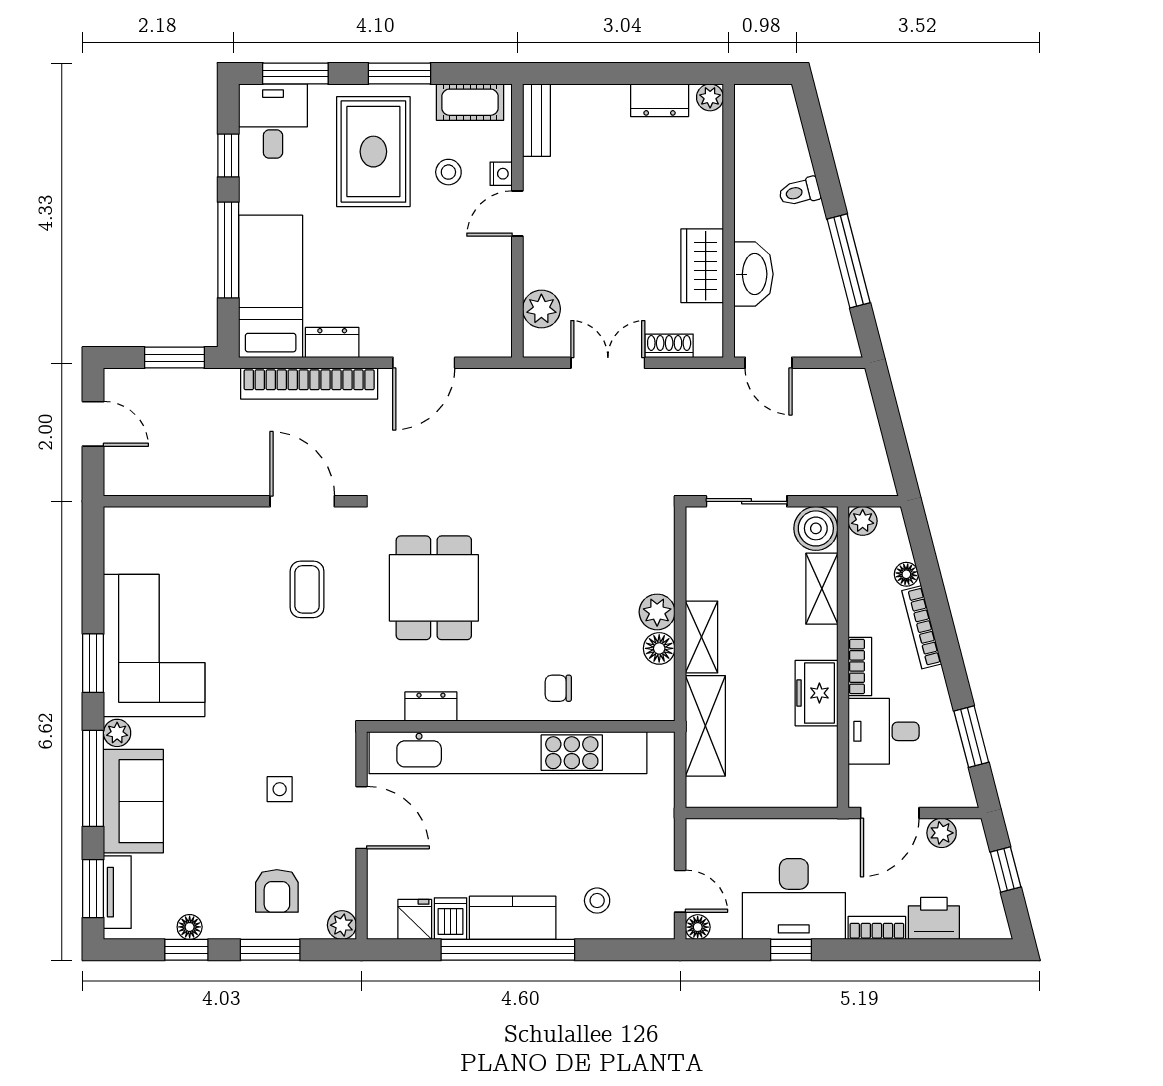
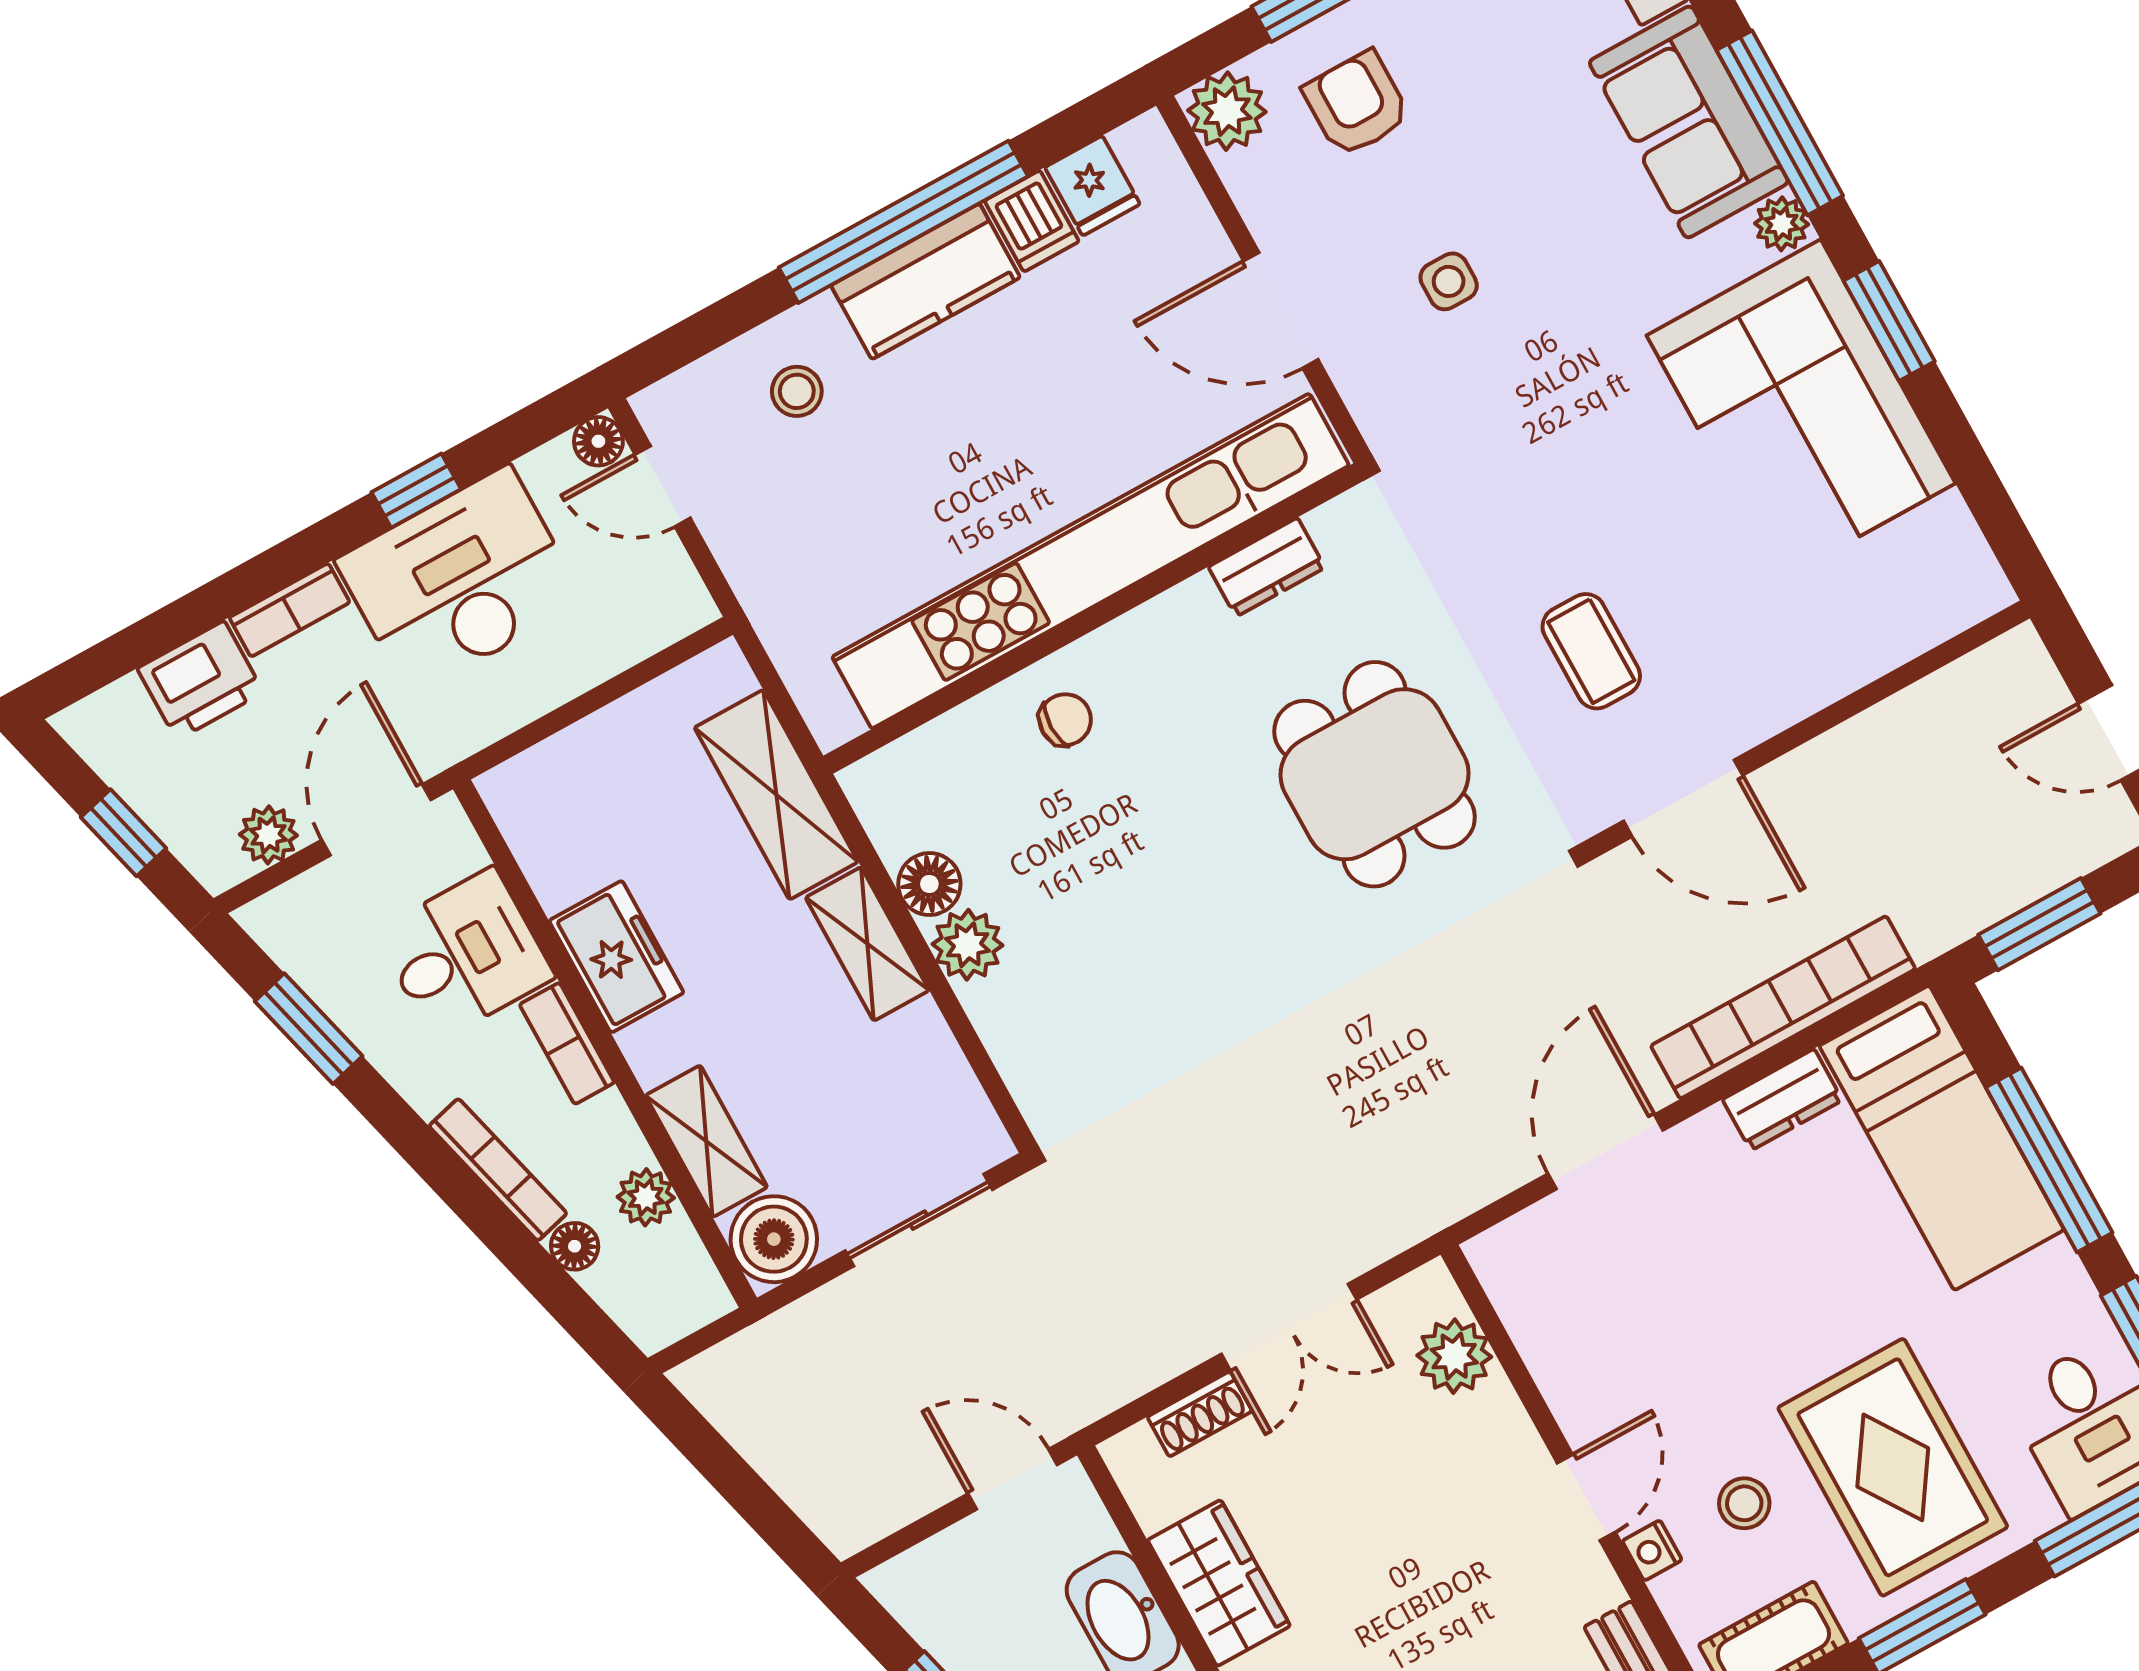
plant: (863, 521) -> (646, 1197), moved
plant: (342, 925) -> (1227, 111), width x1.38, depth x1.38

